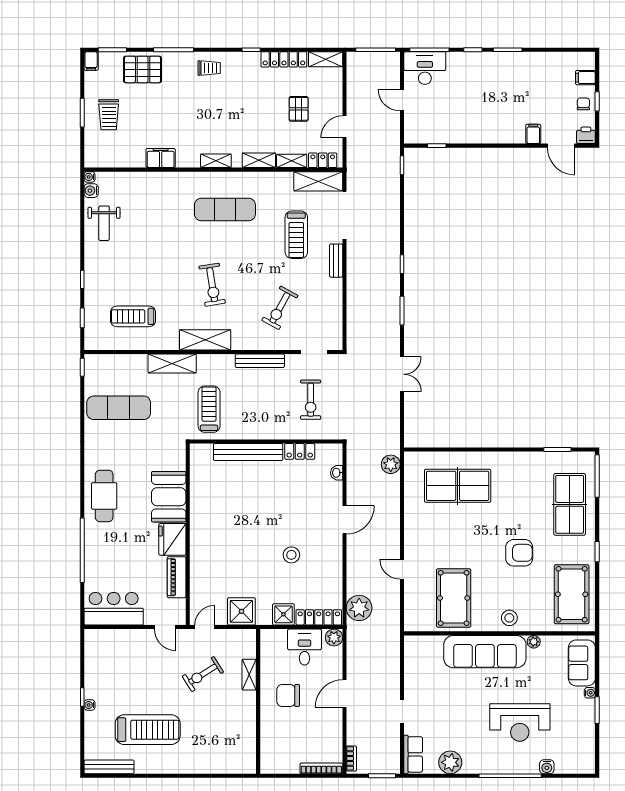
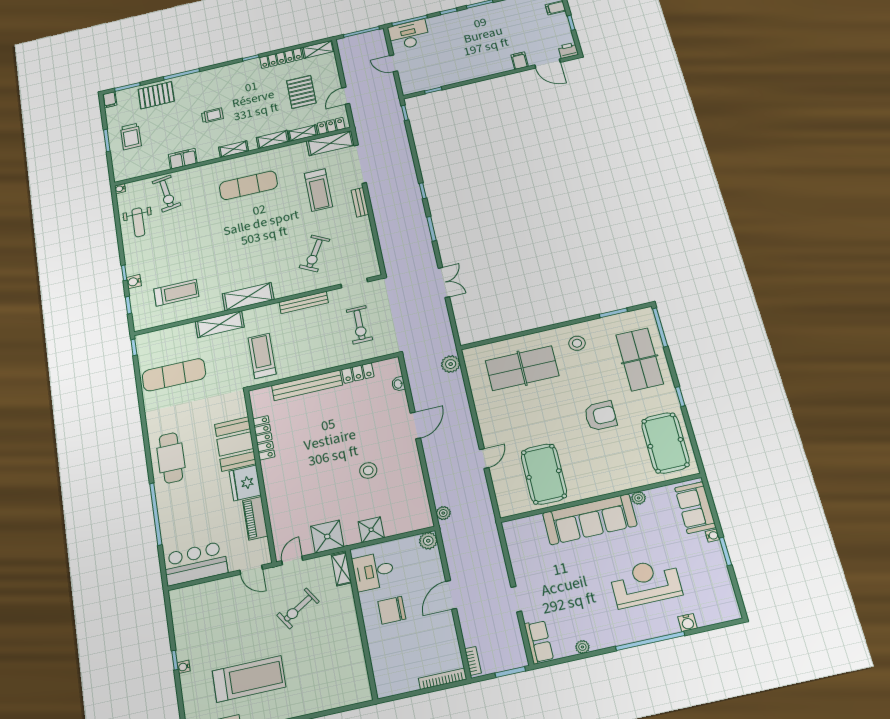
trolley: (209, 68) -> (212, 115), moved
chair: (583, 104) -> (559, 28), removed
pallet: (299, 109) -> (301, 92), width x1.50, depth x1.42
water cooler: (91, 191) -> (134, 282), moved
exercise bike: (212, 285) -> (167, 194), moved
treadmill: (133, 316) -> (176, 293), turned 180
door: (402, 569) -> (484, 458), swing flipped
plant: (359, 608) -> (443, 513), width x0.53, depth x0.53
locker: (319, 617) -> (264, 438), moved, turned 90
stool: (509, 618) -> (577, 343), moved
desk: (304, 647) -> (373, 571), moved, turned -90
shelving: (249, 675) -> (341, 569), moved
reception desk: (520, 723) -> (646, 583), turned 180
plant: (450, 762) -> (582, 647), width x0.53, depth x0.53

